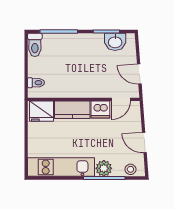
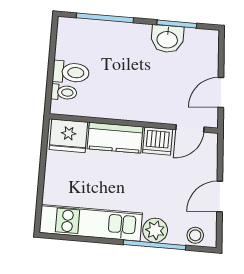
washbasin: (115, 42) -> (167, 39), moved
toilet: (35, 45) -> (71, 72), moved, turned -90
door: (139, 74) -> (221, 92), hinge flipped
door: (144, 142) -> (220, 196), hinge flipped

